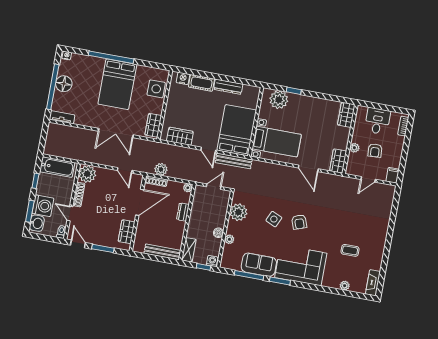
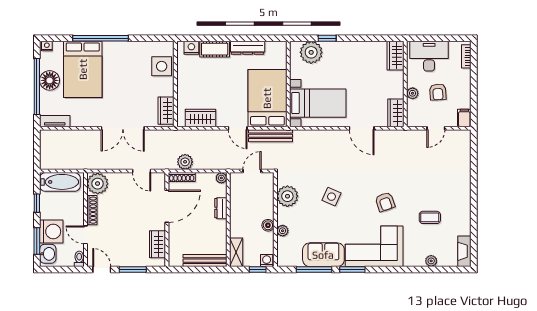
bed: (117, 84) -> (83, 69), moved
desk: (377, 121) -> (429, 56), width x1.37
armchair: (299, 222) -> (385, 202), moved

